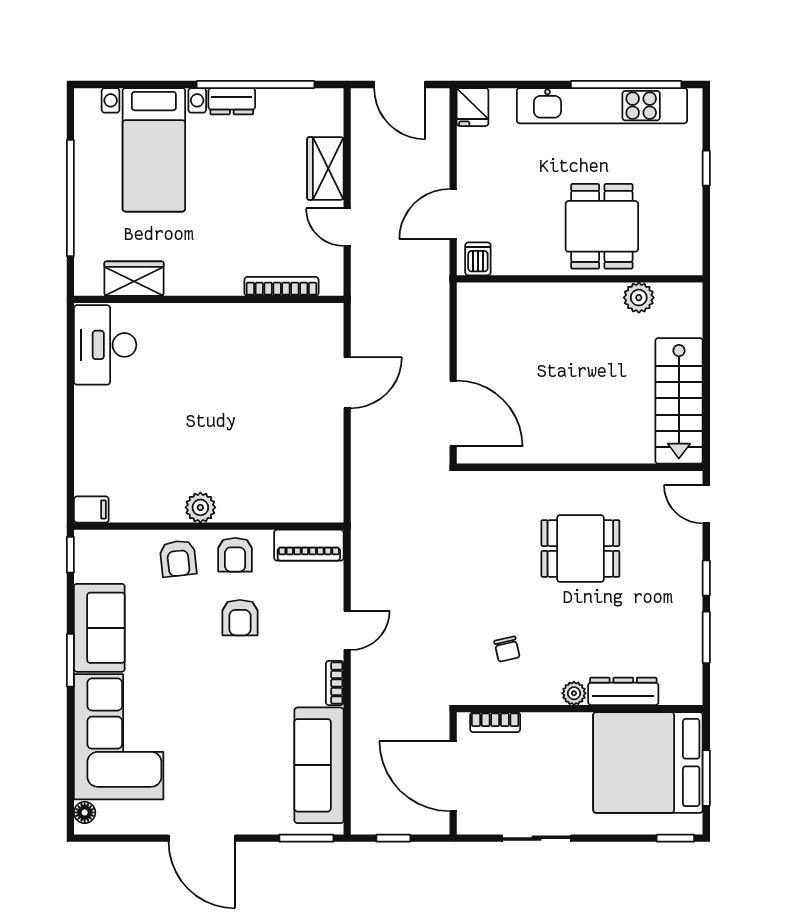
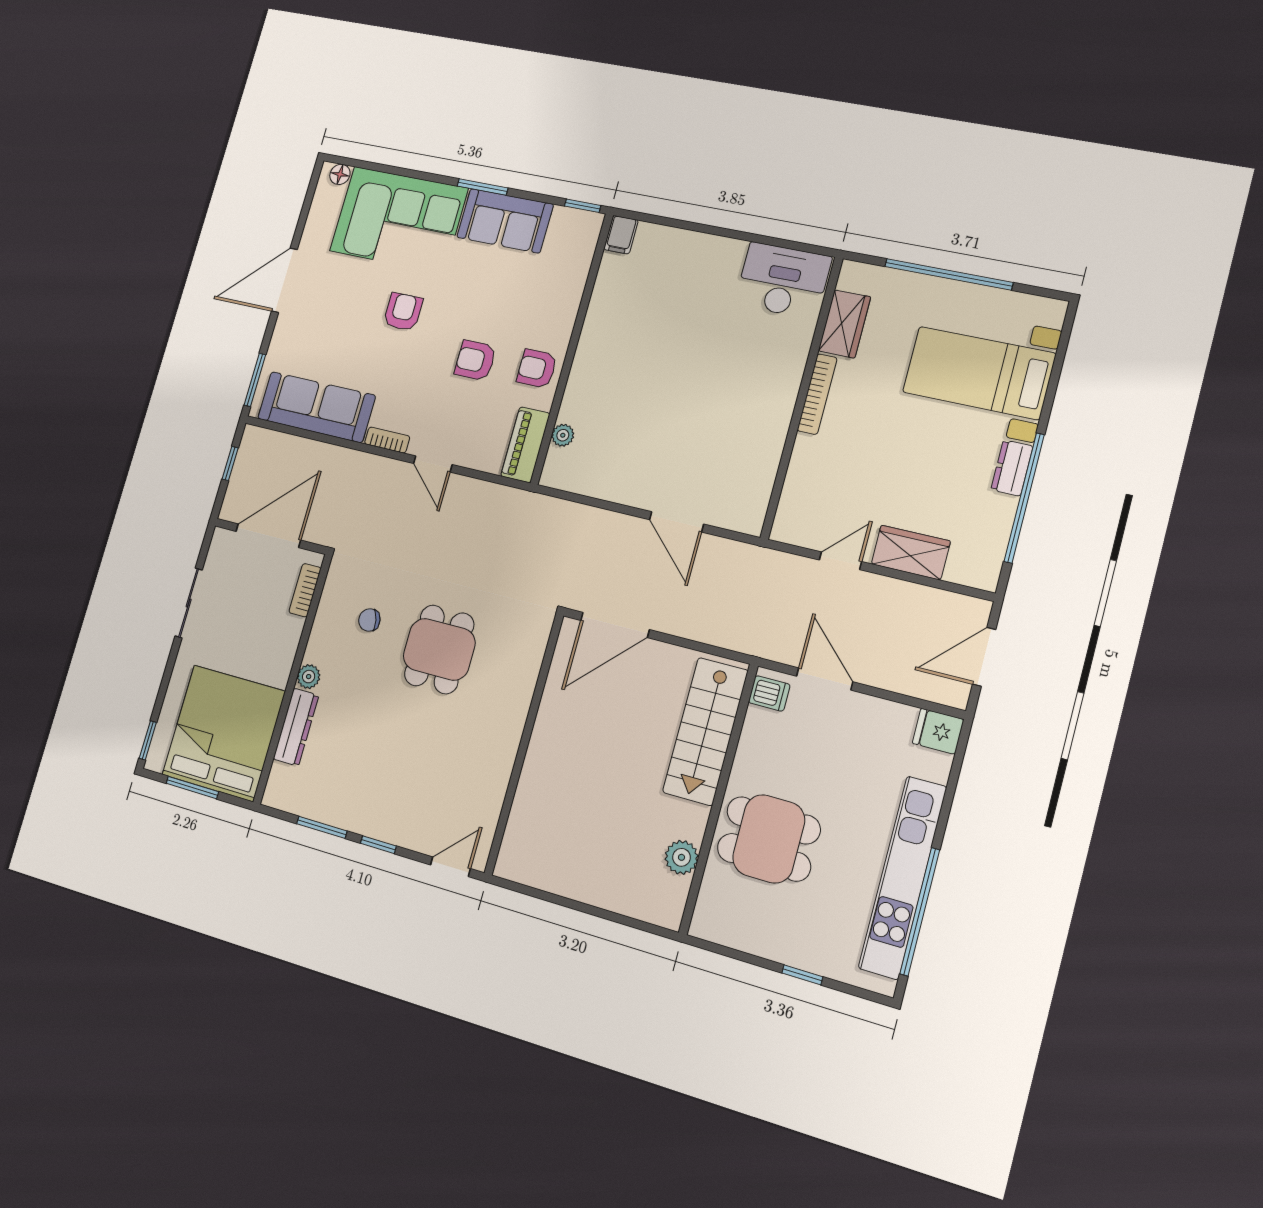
bookcase: (282, 286) -> (817, 394), moved
stairs: (679, 401) -> (705, 731), moved, turned -90
plant: (200, 507) -> (563, 435), moved, width x0.73, depth x0.73
dining table: (580, 548) -> (439, 649), moved
armchair: (178, 558) -> (403, 312), moved, turned 96

